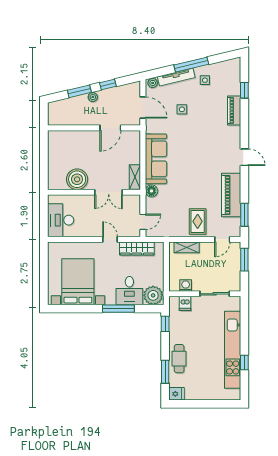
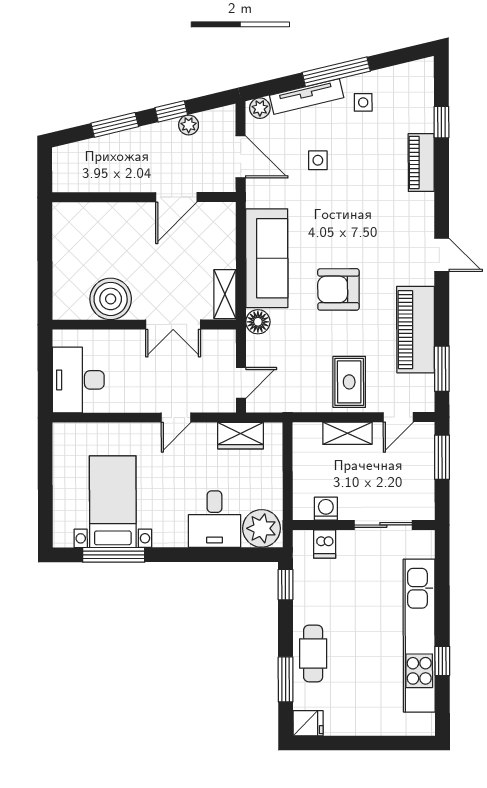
plant: (93, 97) -> (189, 125), moved
armchair: (192, 175) -> (338, 289), added
door: (110, 239) -> (176, 418), swing flipped
shelving: (187, 247) -> (347, 433), moved
wardrobe: (137, 248) -> (241, 436), width x0.67
bed with nightstands: (78, 282) -> (113, 502), width x0.73
window: (118, 309) -> (114, 555), moved

